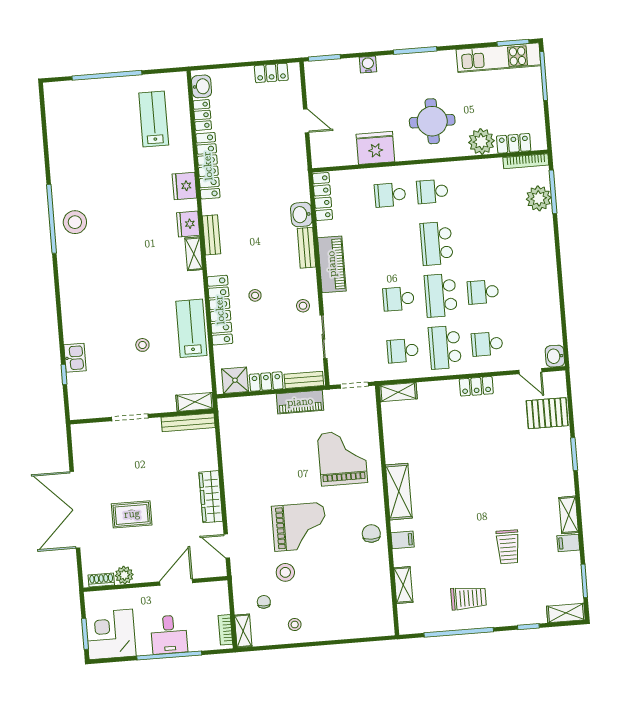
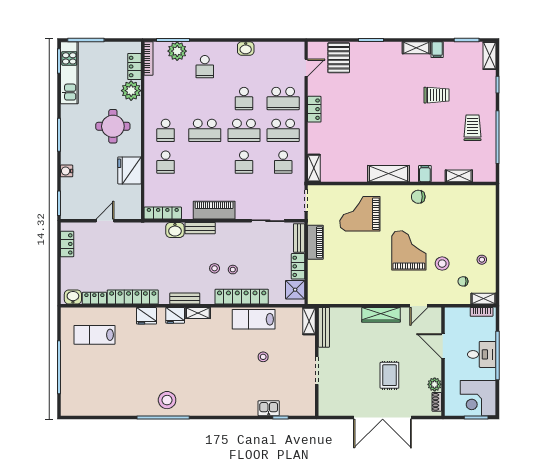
school desk: (521, 237) -> (205, 67), added
stool: (303, 306) -> (215, 268), moved
school desk: (487, 344) -> (283, 99), width x1.85
washbasin: (555, 356) -> (246, 48), moved

